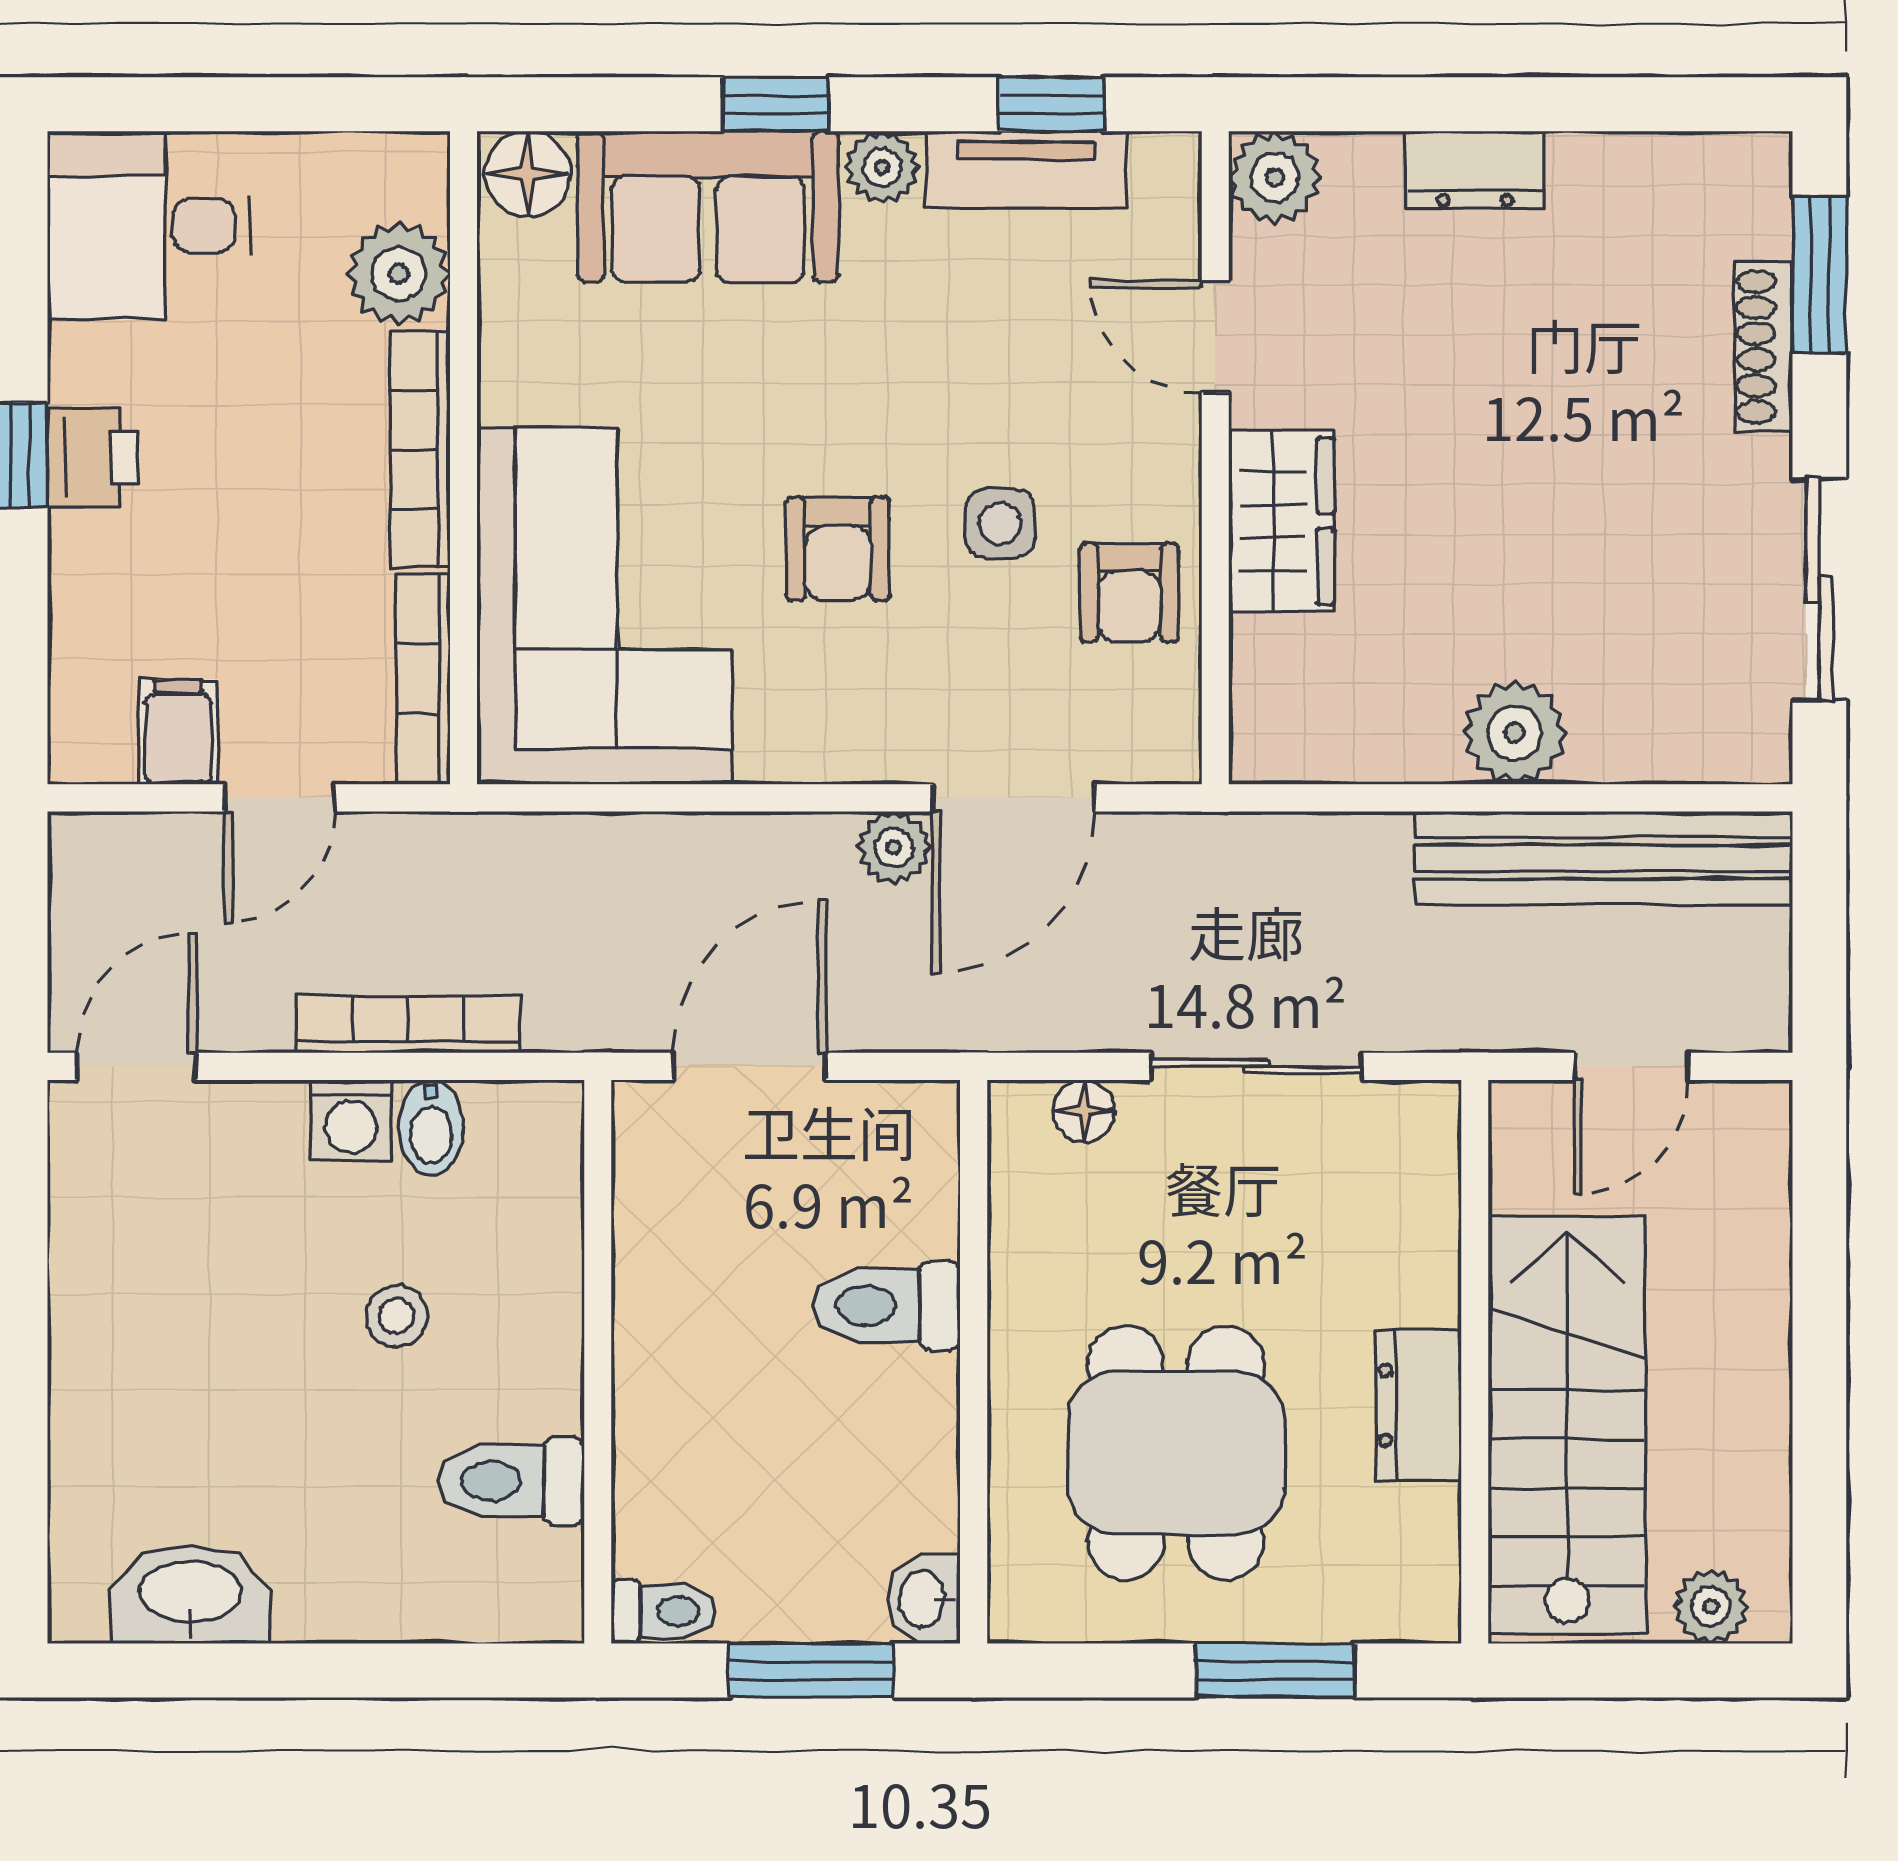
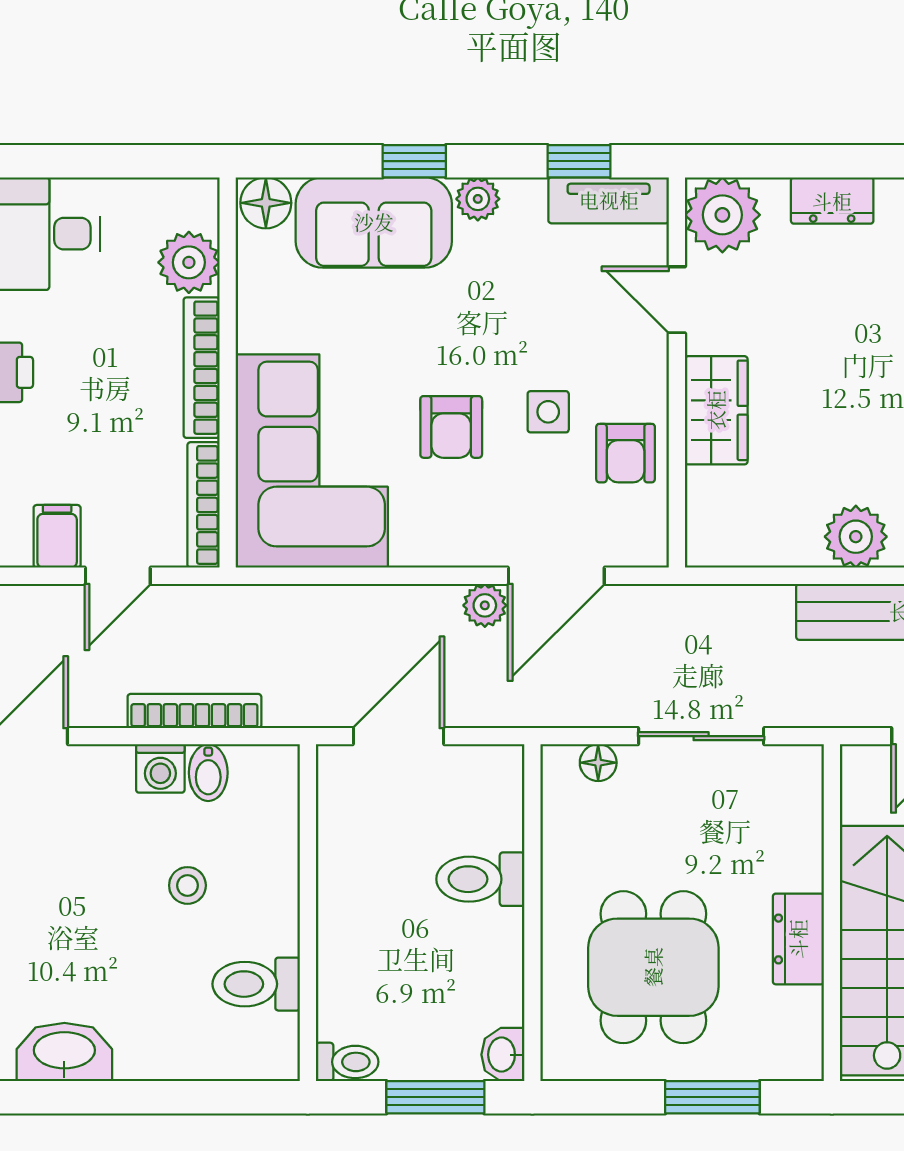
tv unit: (1026, 170) -> (609, 200), moved
plant: (1275, 177) -> (722, 215), width x1.36, depth x1.36

